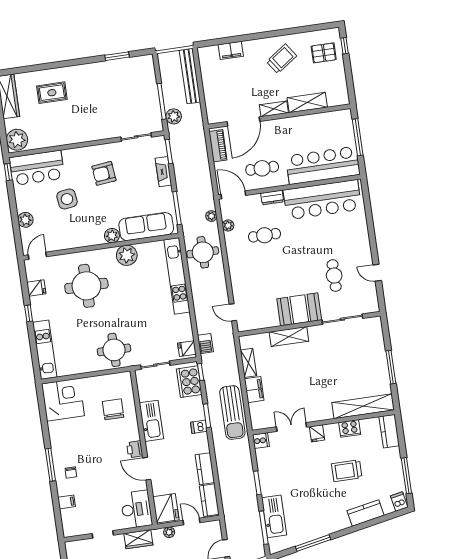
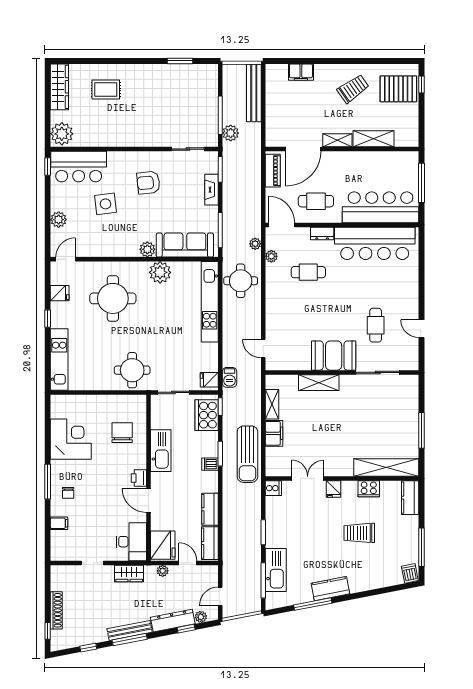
pallet: (324, 53) -> (398, 89), width x1.50, depth x1.42
corner desk: (63, 400) -> (71, 439), moved
kitchen counter: (366, 513) -> (330, 589), moved

